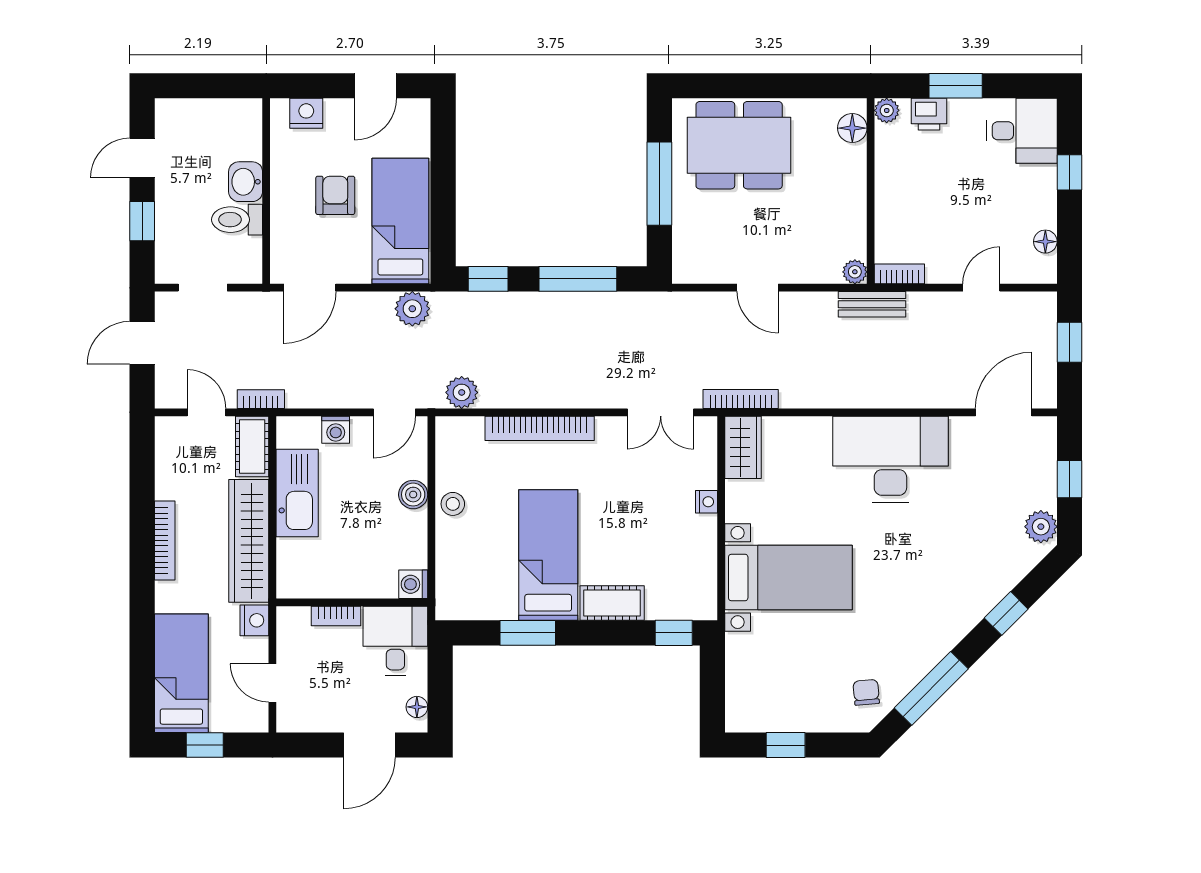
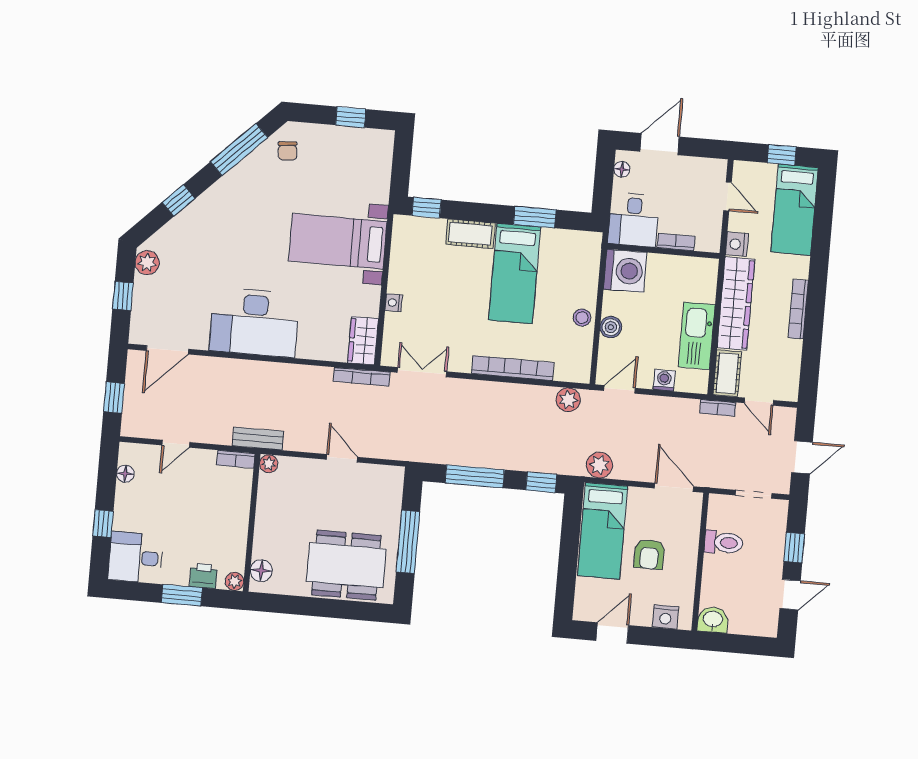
washbasin: (246, 182) -> (713, 620), moved, turned -90
door: (310, 288) -> (674, 487), hinge flipped
washing machine: (413, 584) -> (625, 271), width x1.89, depth x1.89

